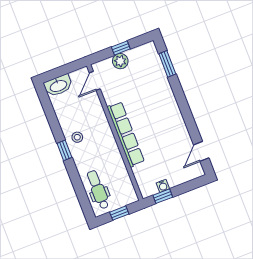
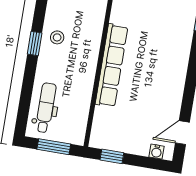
water cooler: (163, 186) -> (157, 152), moved
window: (119, 213) -> (54, 147), width x1.50

